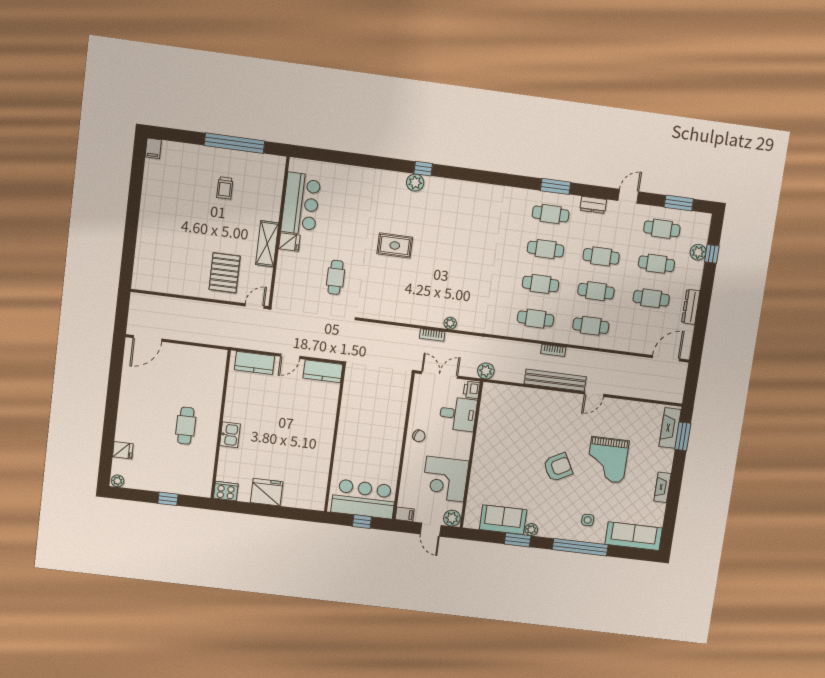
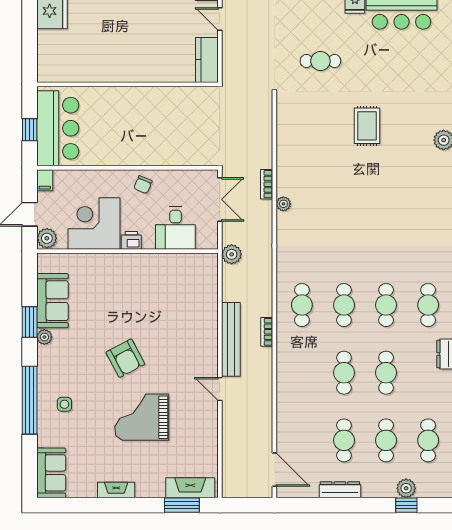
cafe table: (591, 326) -> (302, 373), removed
printer: (472, 390) -> (131, 240), moved
sofa: (634, 536) -> (51, 473), width x0.73

